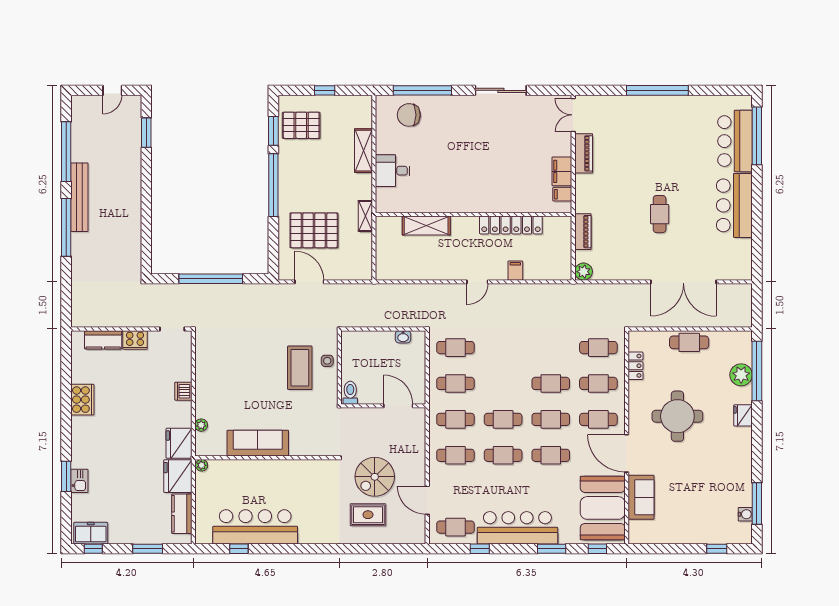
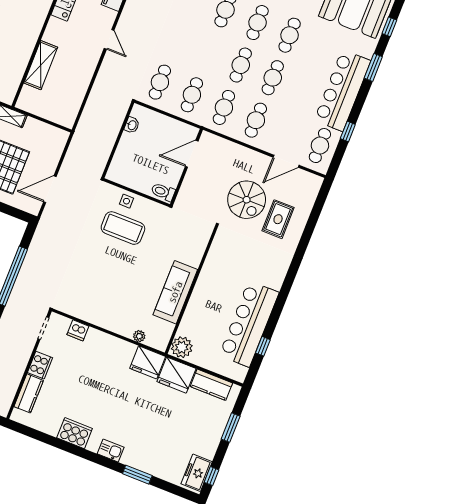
dishwasher: (183, 391) -> (78, 330), moved
plant: (202, 465) -> (182, 347), width x1.87, depth x1.87
kitchen sink: (79, 481) -> (111, 450), moved

